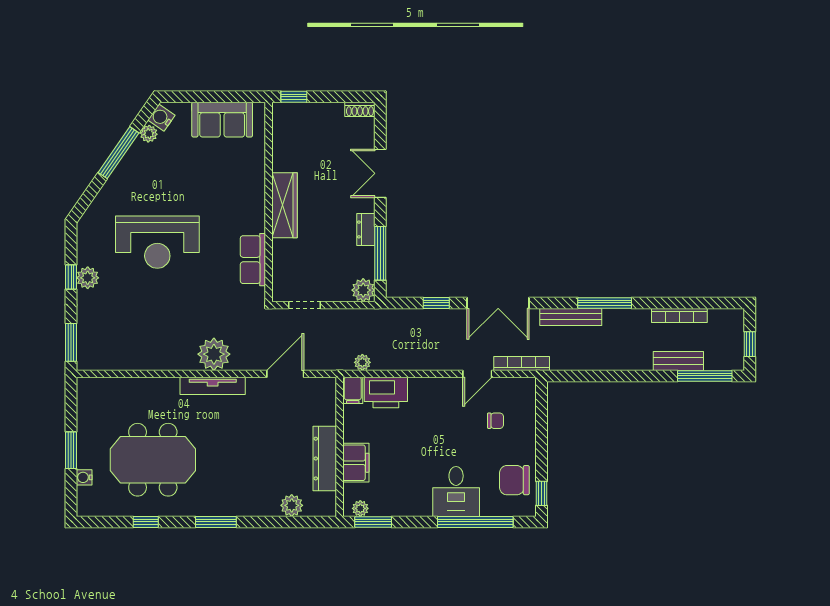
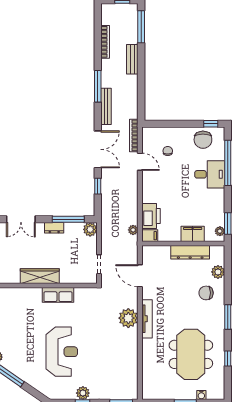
row of seats: (253, 260) -> (58, 295), moved
bench: (678, 361) -> (132, 59), moved
chair: (256, 485) -> (206, 293), added

